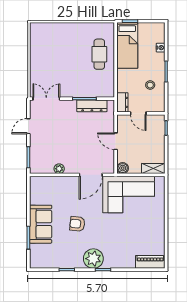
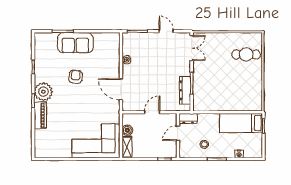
cafe table: (99, 54) -> (246, 54), moved
boiler: (123, 168) -> (127, 130), moved
corner sofa: (129, 195) -> (96, 141), moved, turned 90
piano: (150, 262) -> (40, 115), moved

